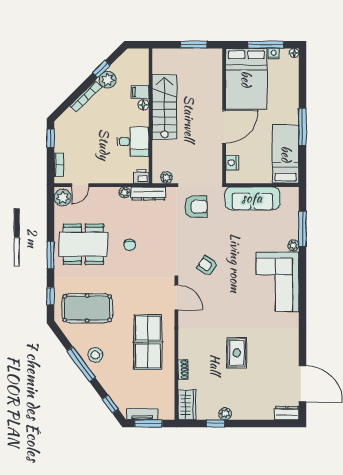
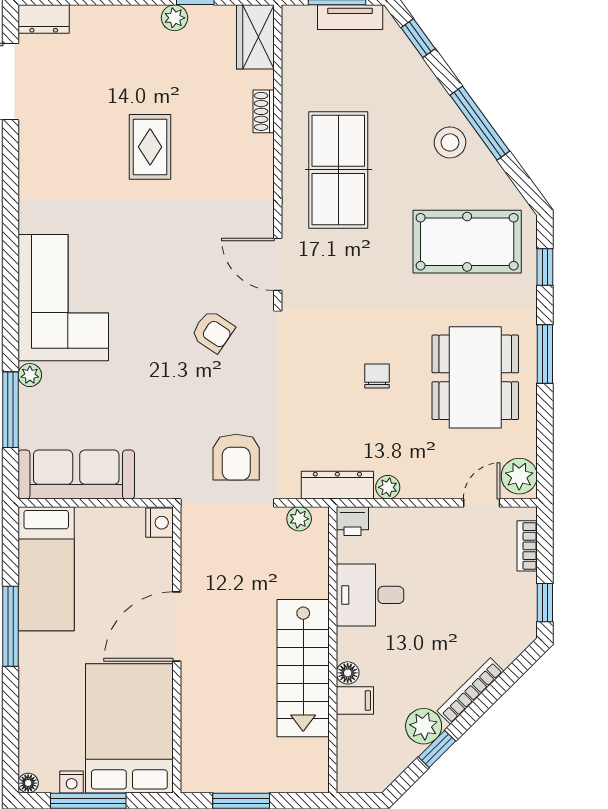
nightstand: (232, 163) -> (160, 523), moved
sofa: (252, 198) -> (76, 475), moved
armchair: (196, 207) -> (236, 457), turned -90
dining table: (83, 244) -> (475, 377), turned 90

